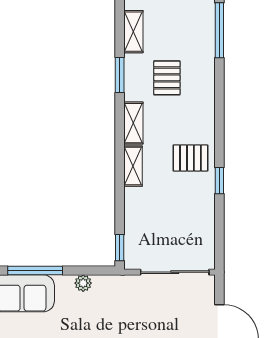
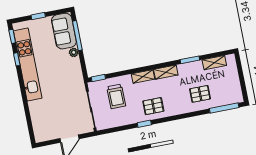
pallet: (167, 78) -> (200, 94), moved
pallet: (190, 158) -> (153, 106), turned 90
trolley: (159, 222) -> (116, 96), added
plant: (83, 283) -> (74, 52), moved

